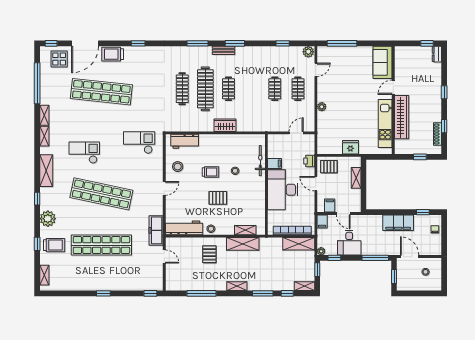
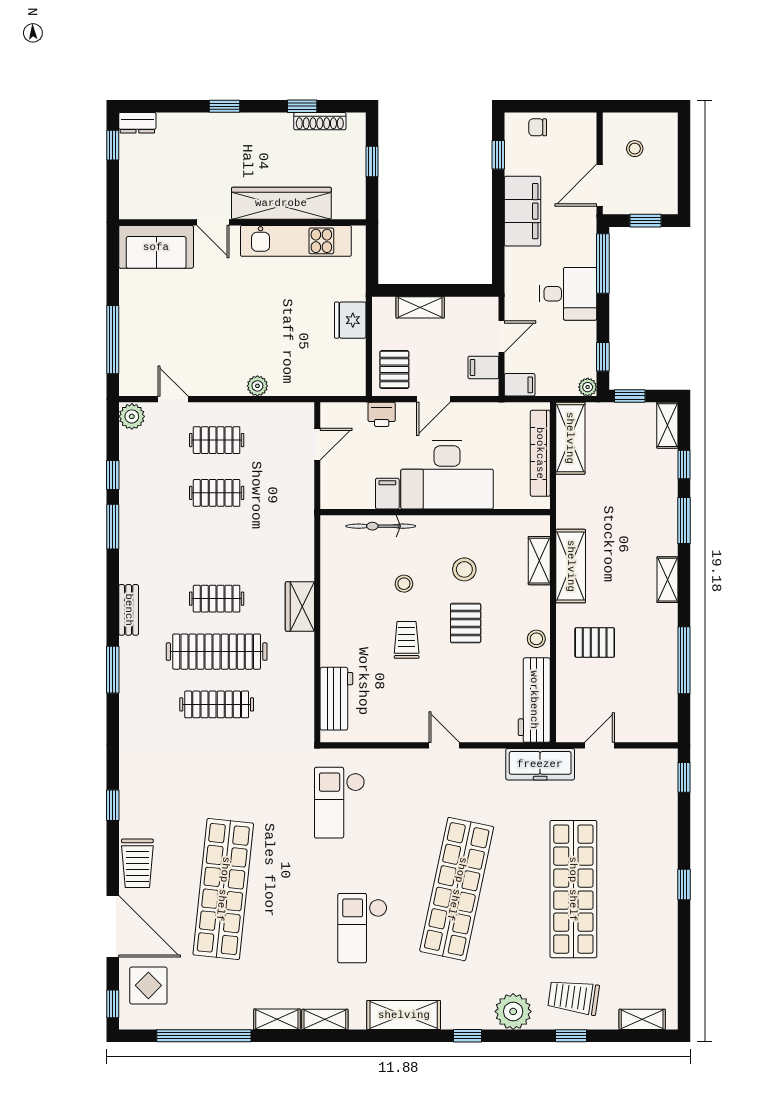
window: (235, 43) -> (113, 527), moved
door: (296, 133) -> (317, 444), swing flipped
stool: (178, 167) -> (464, 569), moved
desk: (349, 243) -> (568, 294), moved
trolley: (54, 245) -> (574, 997), turned -82

